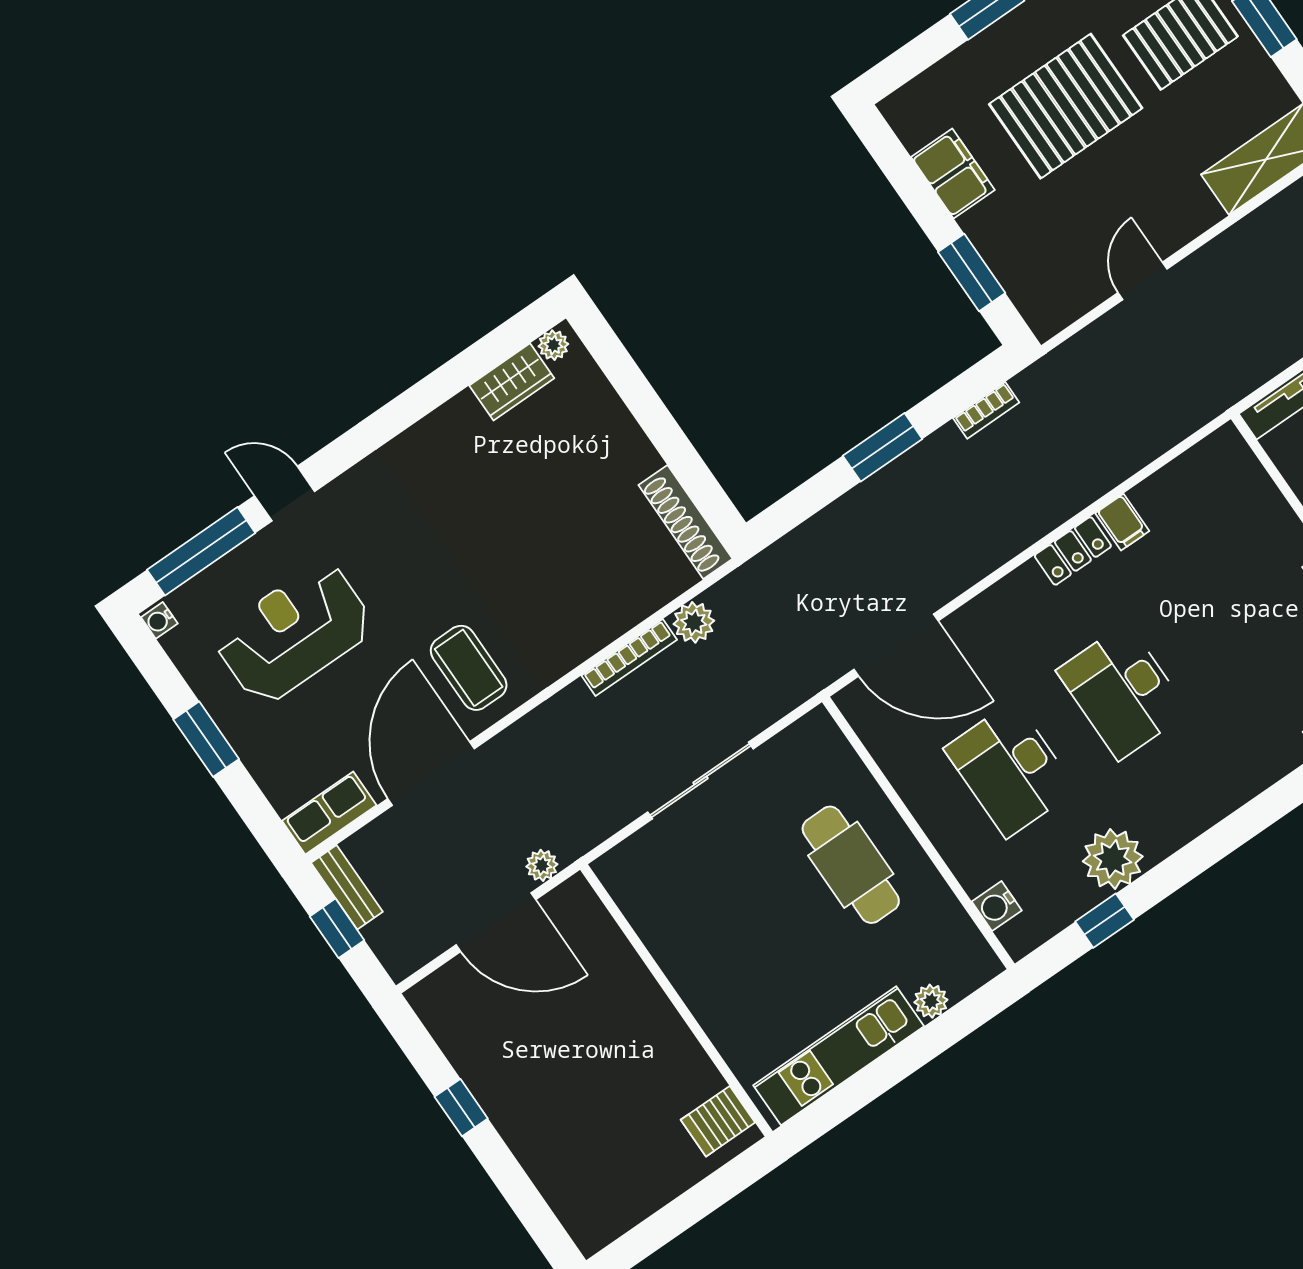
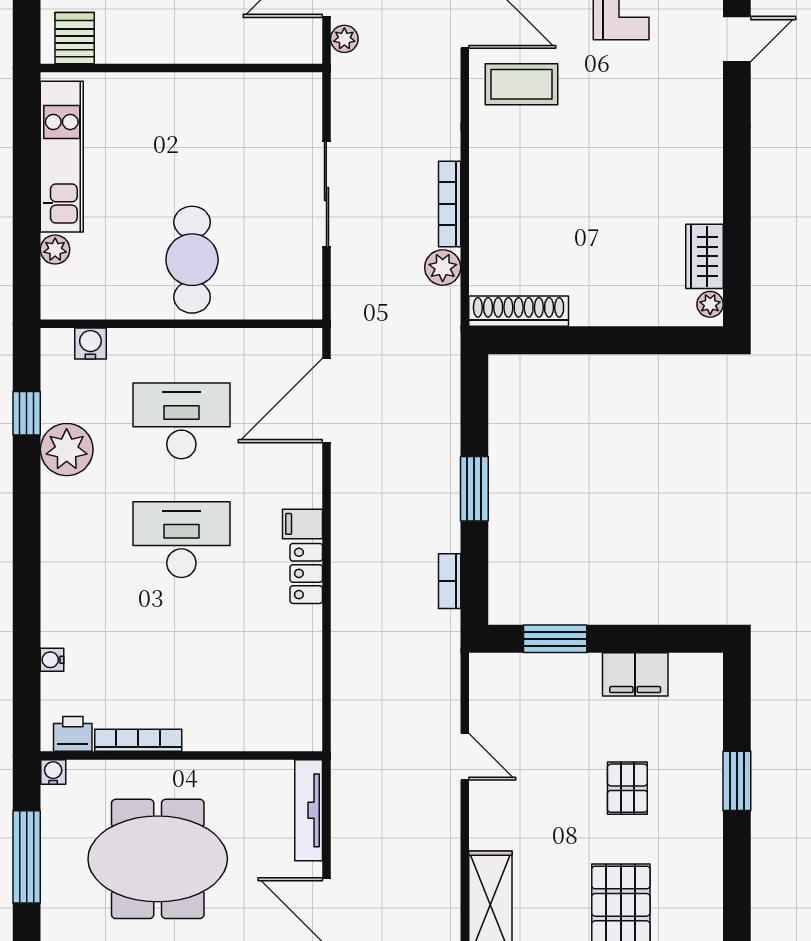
pallet: (1066, 106) -> (627, 788), width x0.49, depth x0.50
filing cabinet: (1122, 522) -> (302, 524), moved
cafe table: (851, 865) -> (192, 260), turned 90

